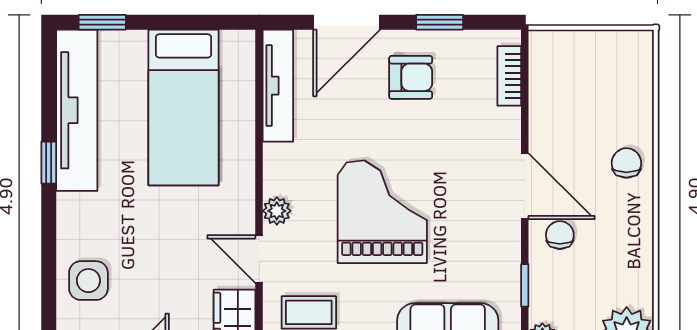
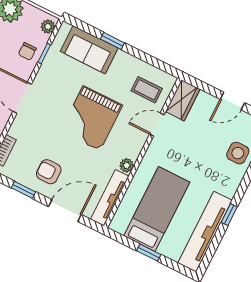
window: (102, 22) -> (149, 253), moved
plant: (277, 211) -> (127, 165), moved
chair: (560, 235) -> (27, 51), moved
door: (259, 259) -> (157, 124), swing flipped

